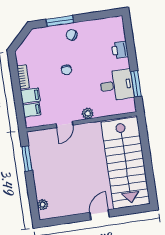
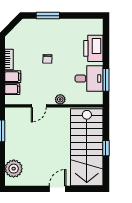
chair: (72, 35) -> (56, 29), removed
printer: (120, 50) -> (93, 48), width x1.87, depth x1.48
window: (147, 161) -> (106, 148), added
plant: (43, 205) -> (14, 169), width x1.87, depth x1.87

